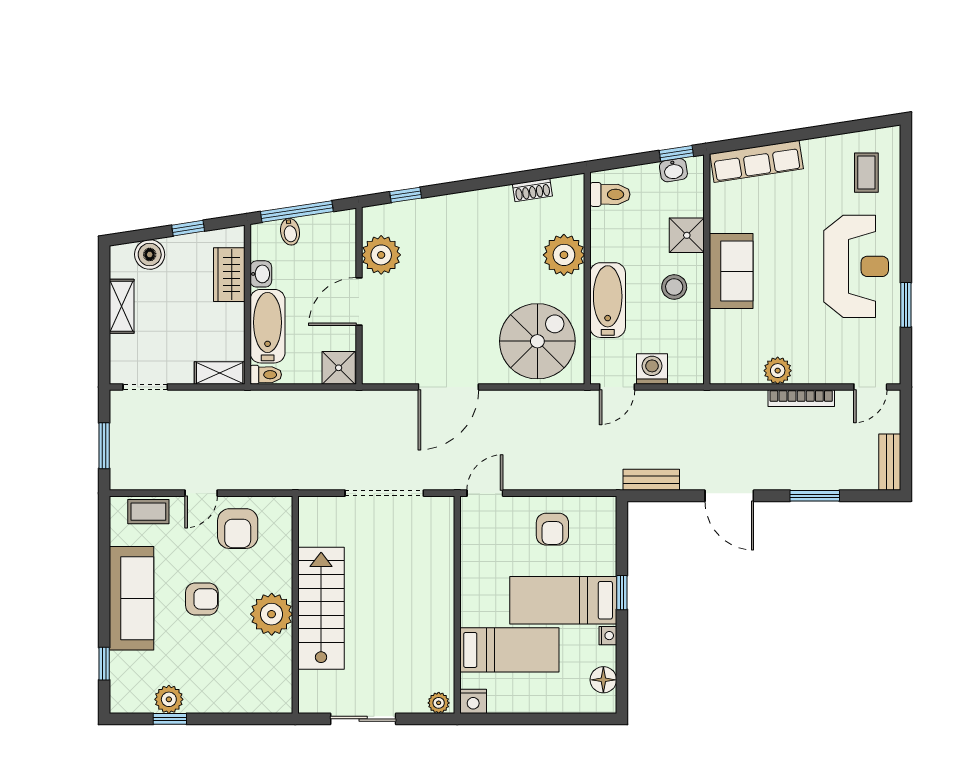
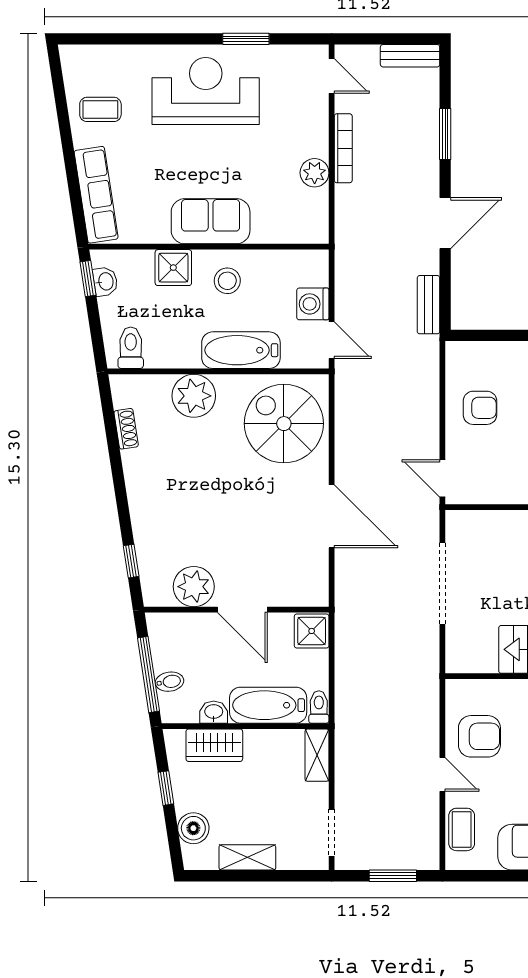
coffee table: (866, 173) -> (100, 109), moved

